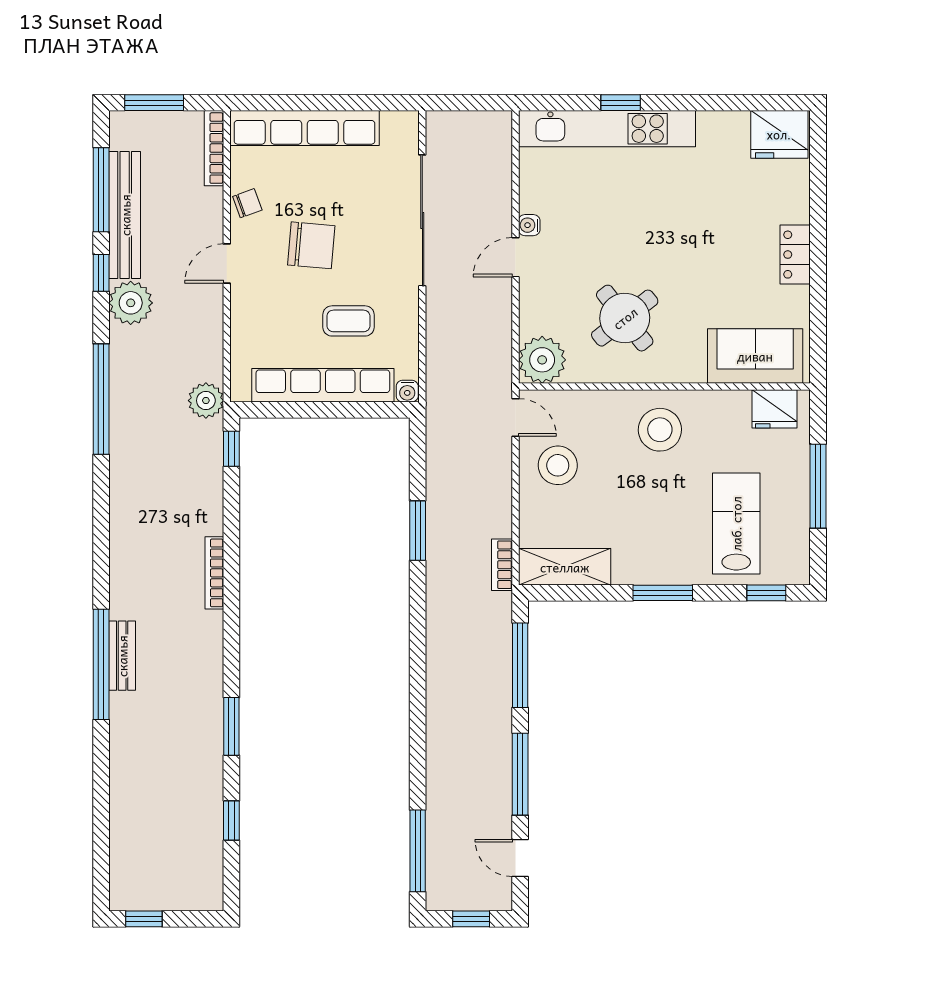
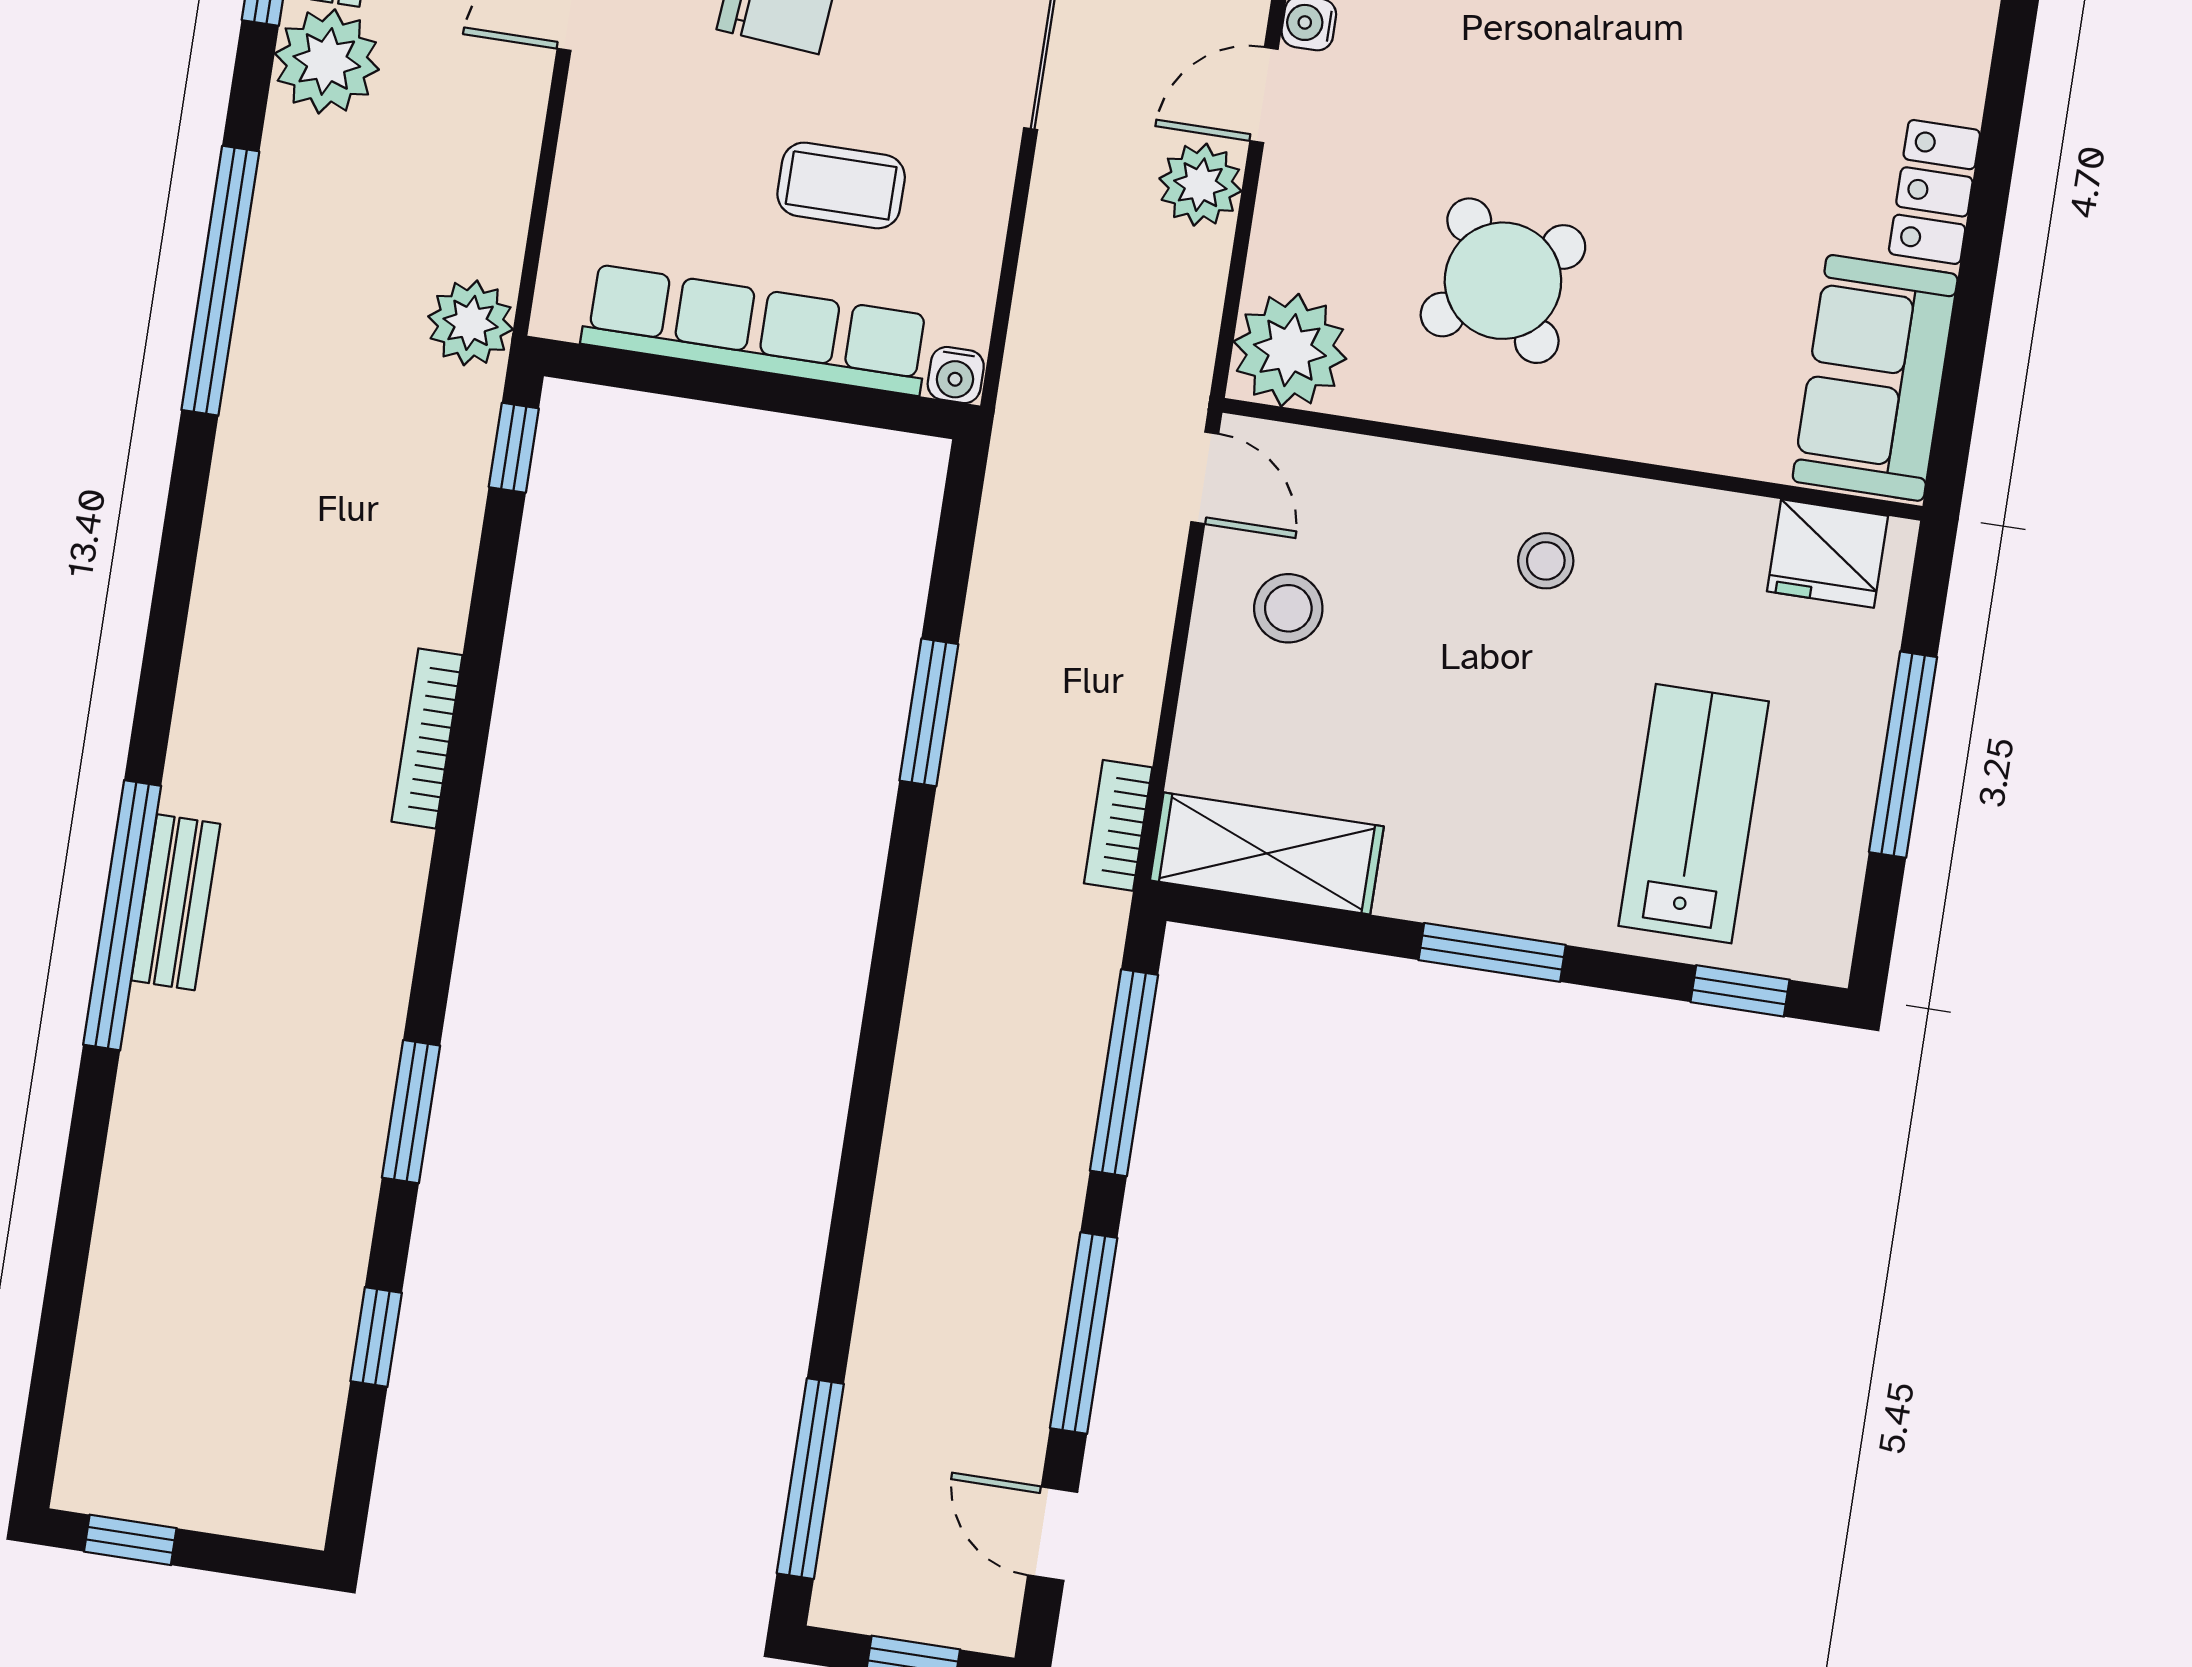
plant: (495, 298) -> (1200, 185), added
sofa: (755, 356) -> (1875, 378), moved, turned -90
stool: (660, 430) -> (1546, 561), width x0.53, depth x0.53
stool: (558, 465) -> (1288, 608), width x0.73, depth x0.73

